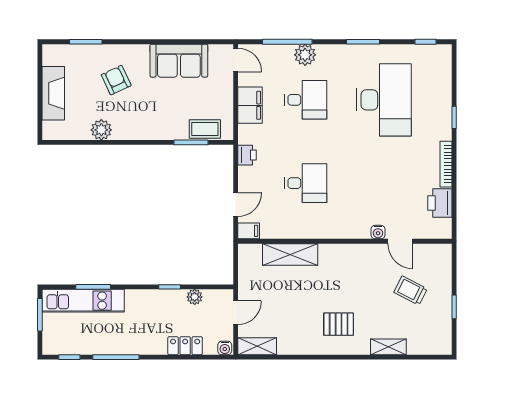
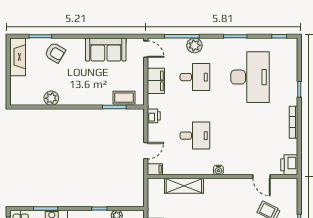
armchair: (116, 80) -> (55, 53), moved, turned 146
fireplace: (53, 93) -> (18, 57), moved
printer: (440, 203) -> (289, 165), moved
water cooler: (378, 232) -> (218, 170), moved

